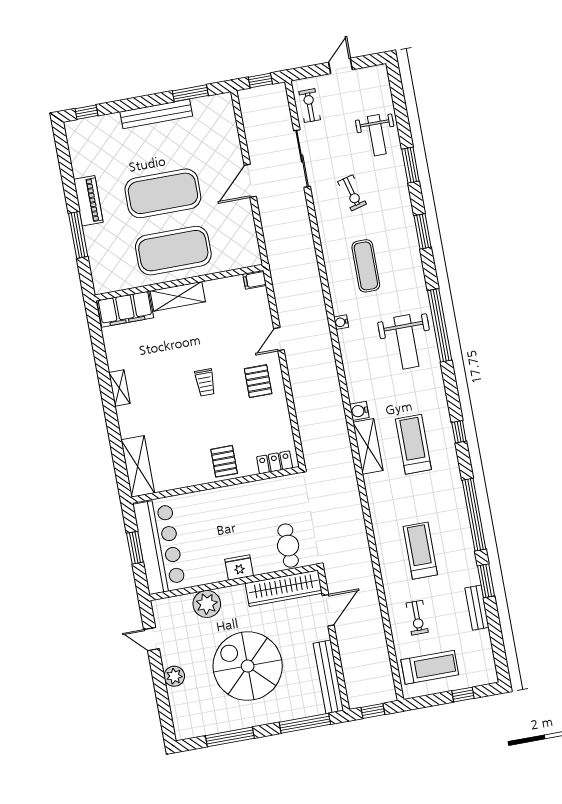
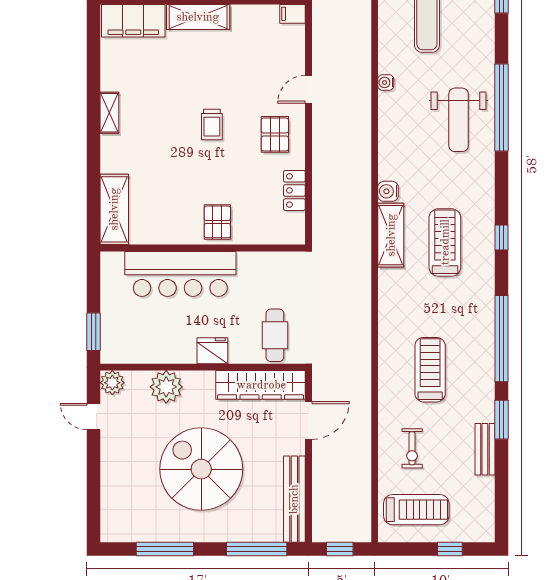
locker: (275, 462) -> (294, 190), moved, turned -90
bar counter: (159, 546) -> (180, 274), moved, turned 90
window: (135, 548) -> (93, 332), moved
plant: (174, 676) -> (112, 383), moved

